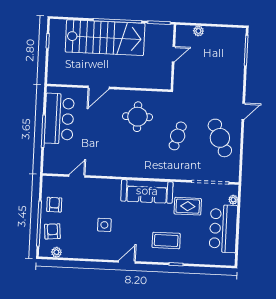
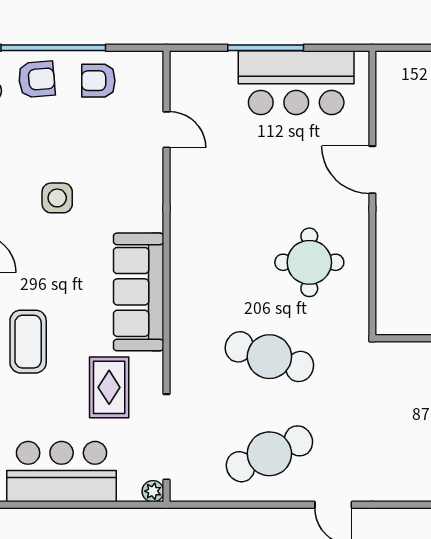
cafe table: (178, 136) -> (269, 357), width x1.37, depth x1.35
plant: (233, 200) -> (153, 491), moved
armchair: (54, 205) -> (98, 81), turned 180

